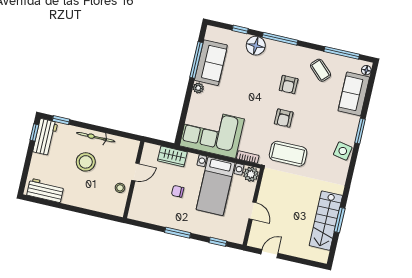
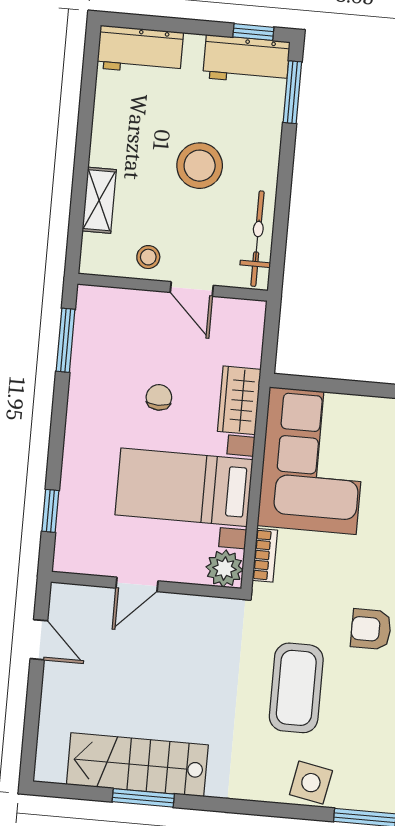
window: (61, 120) -> (292, 92), width x1.50
bicycle: (96, 137) -> (257, 239), moved
coffee table: (288, 154) -> (296, 688), moved
wardrobe: (172, 156) -> (239, 400), moved
workbench: (45, 190) -> (140, 50), moved, turned 90
shelving: (94, 205) -> (99, 200), added
window: (178, 233) -> (66, 340), moved

